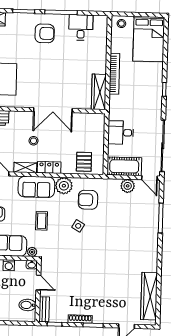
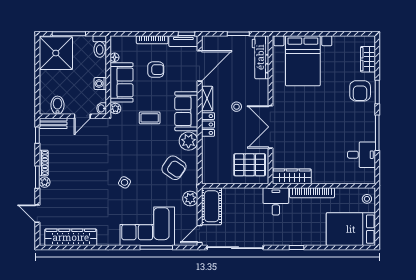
armchair: (45, 33) -> (360, 91), moved
desk: (121, 133) -> (276, 201), moved
pallet: (84, 162) -> (250, 165), moved, width x1.50, depth x1.42
plant: (128, 186) -> (190, 199), moved
armchair: (88, 200) -> (174, 168), turned 124
side table: (78, 226) -> (124, 182), moved
corner sofa: (141, 226) -> (147, 226), added
plant: (98, 319) -> (45, 182), added

